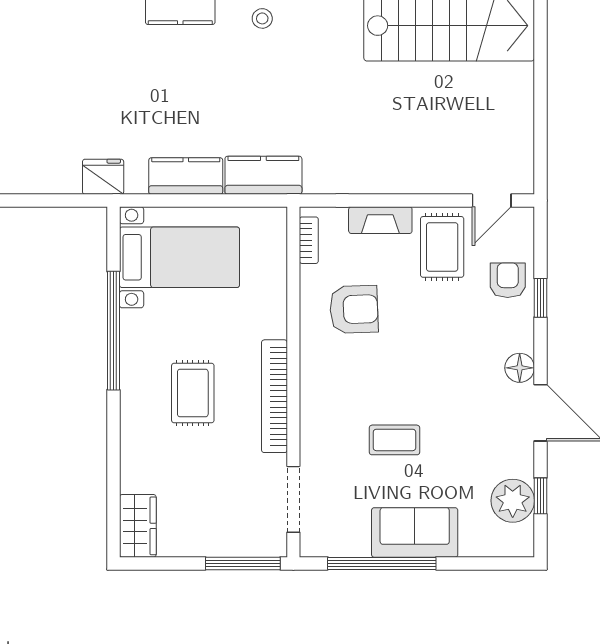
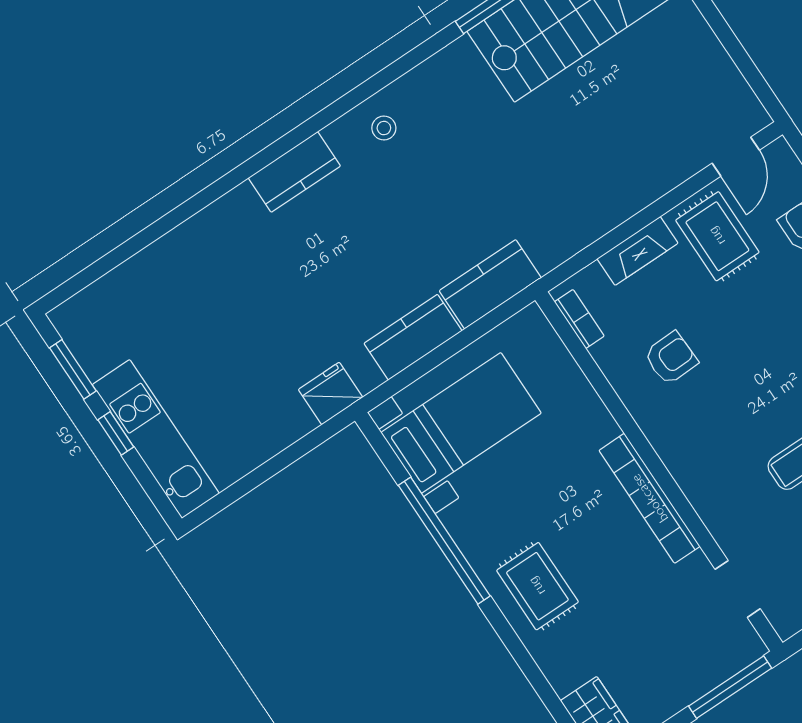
armchair: (354, 309) -> (671, 358), width x0.72, depth x0.72
rug: (193, 393) -> (537, 586), moved
doorway: (293, 499) -> (738, 589), width x0.73

